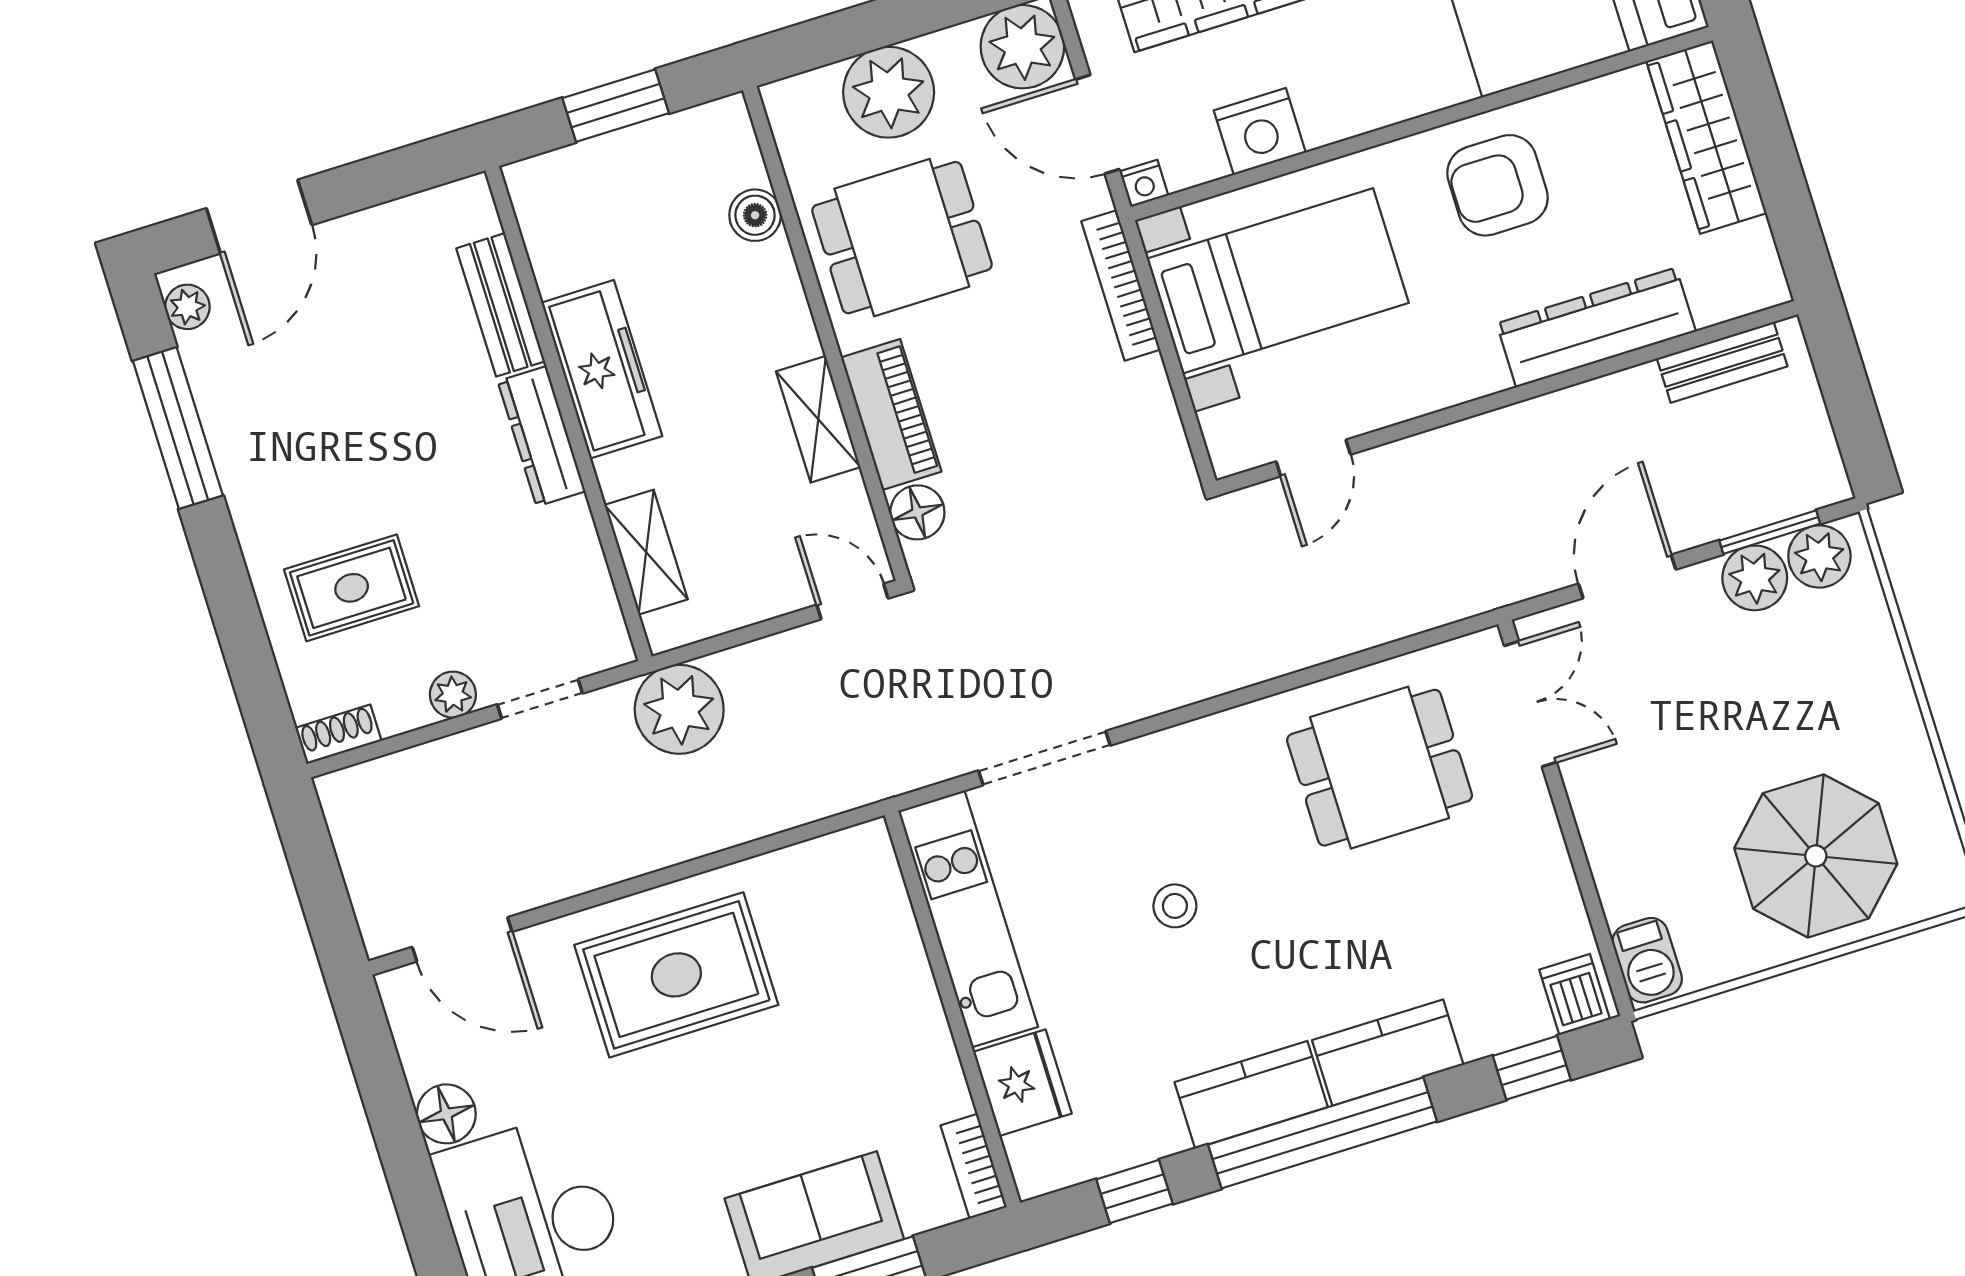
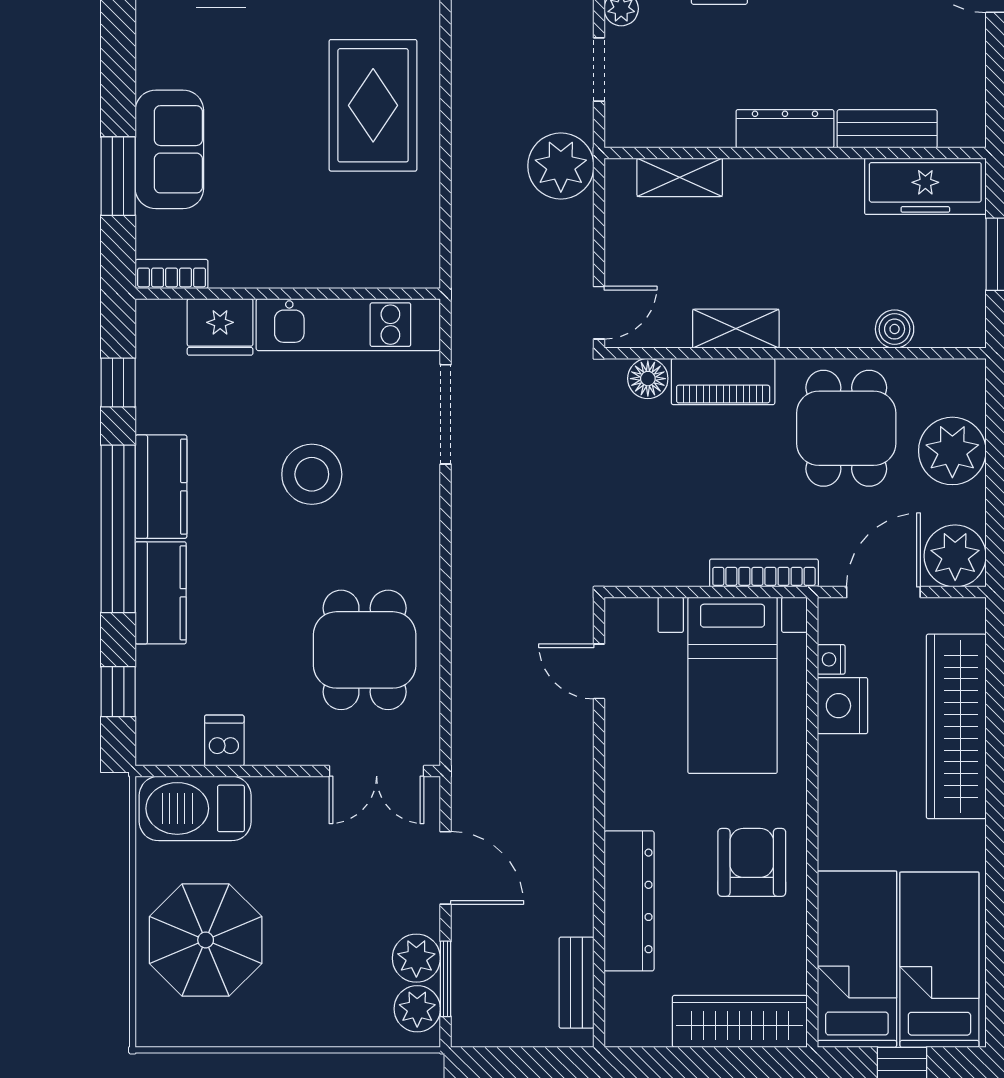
nightstand: (1144, 183) -> (831, 659), moved
freezer: (602, 369) -> (925, 186), moved
stool: (1175, 906) -> (312, 474), width x1.89, depth x1.89
barbecue: (1647, 960) -> (195, 808), width x1.88, depth x1.53
dishwasher: (1575, 994) -> (224, 741), moved, turned -90

